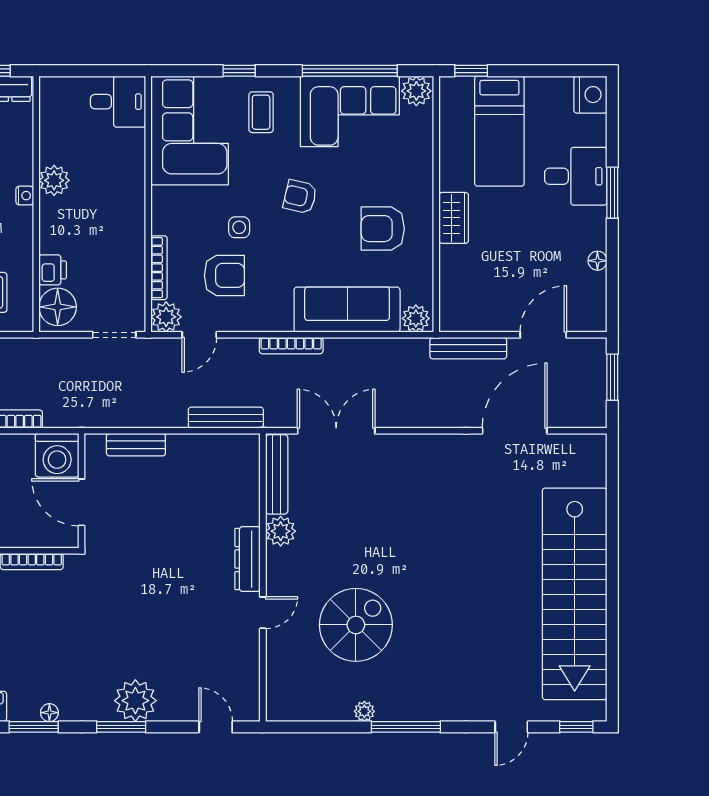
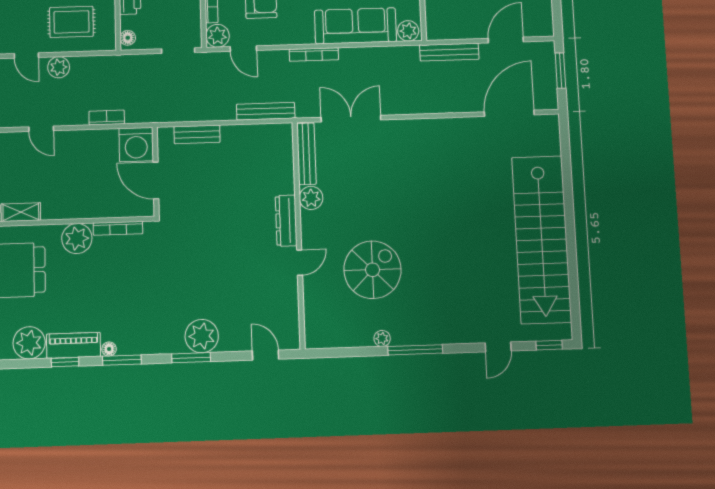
floor lamp: (58, 307) -> (128, 38), width x0.53, depth x0.53
door: (199, 335) -> (243, 49), hinge flipped
door: (515, 431) -> (509, 113), moved
floor lamp: (49, 713) -> (109, 349), moved

